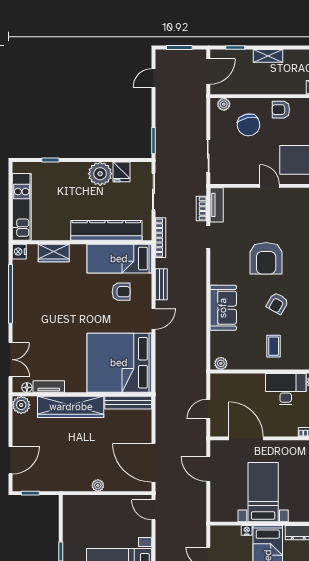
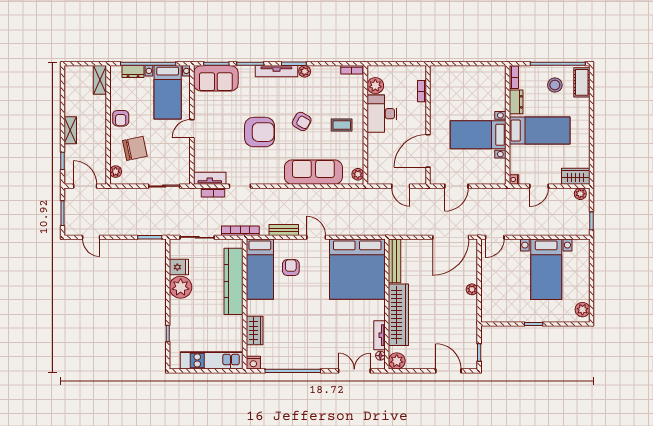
sofa: (223, 308) -> (313, 172), width x1.36
nightstand: (247, 530) -> (514, 179), moved

